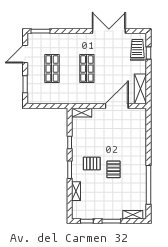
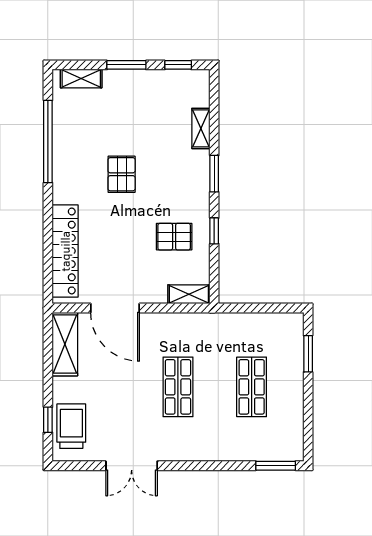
double door: (109, 31) -> (132, 466), width x0.73
trolley: (137, 50) -> (71, 426), turned 180
door: (25, 54) -> (308, 418), removed
door: (117, 106) -> (115, 308), hinge flipped
locker: (140, 133) -> (65, 251), added
pallet: (92, 164) -> (174, 237), moved

